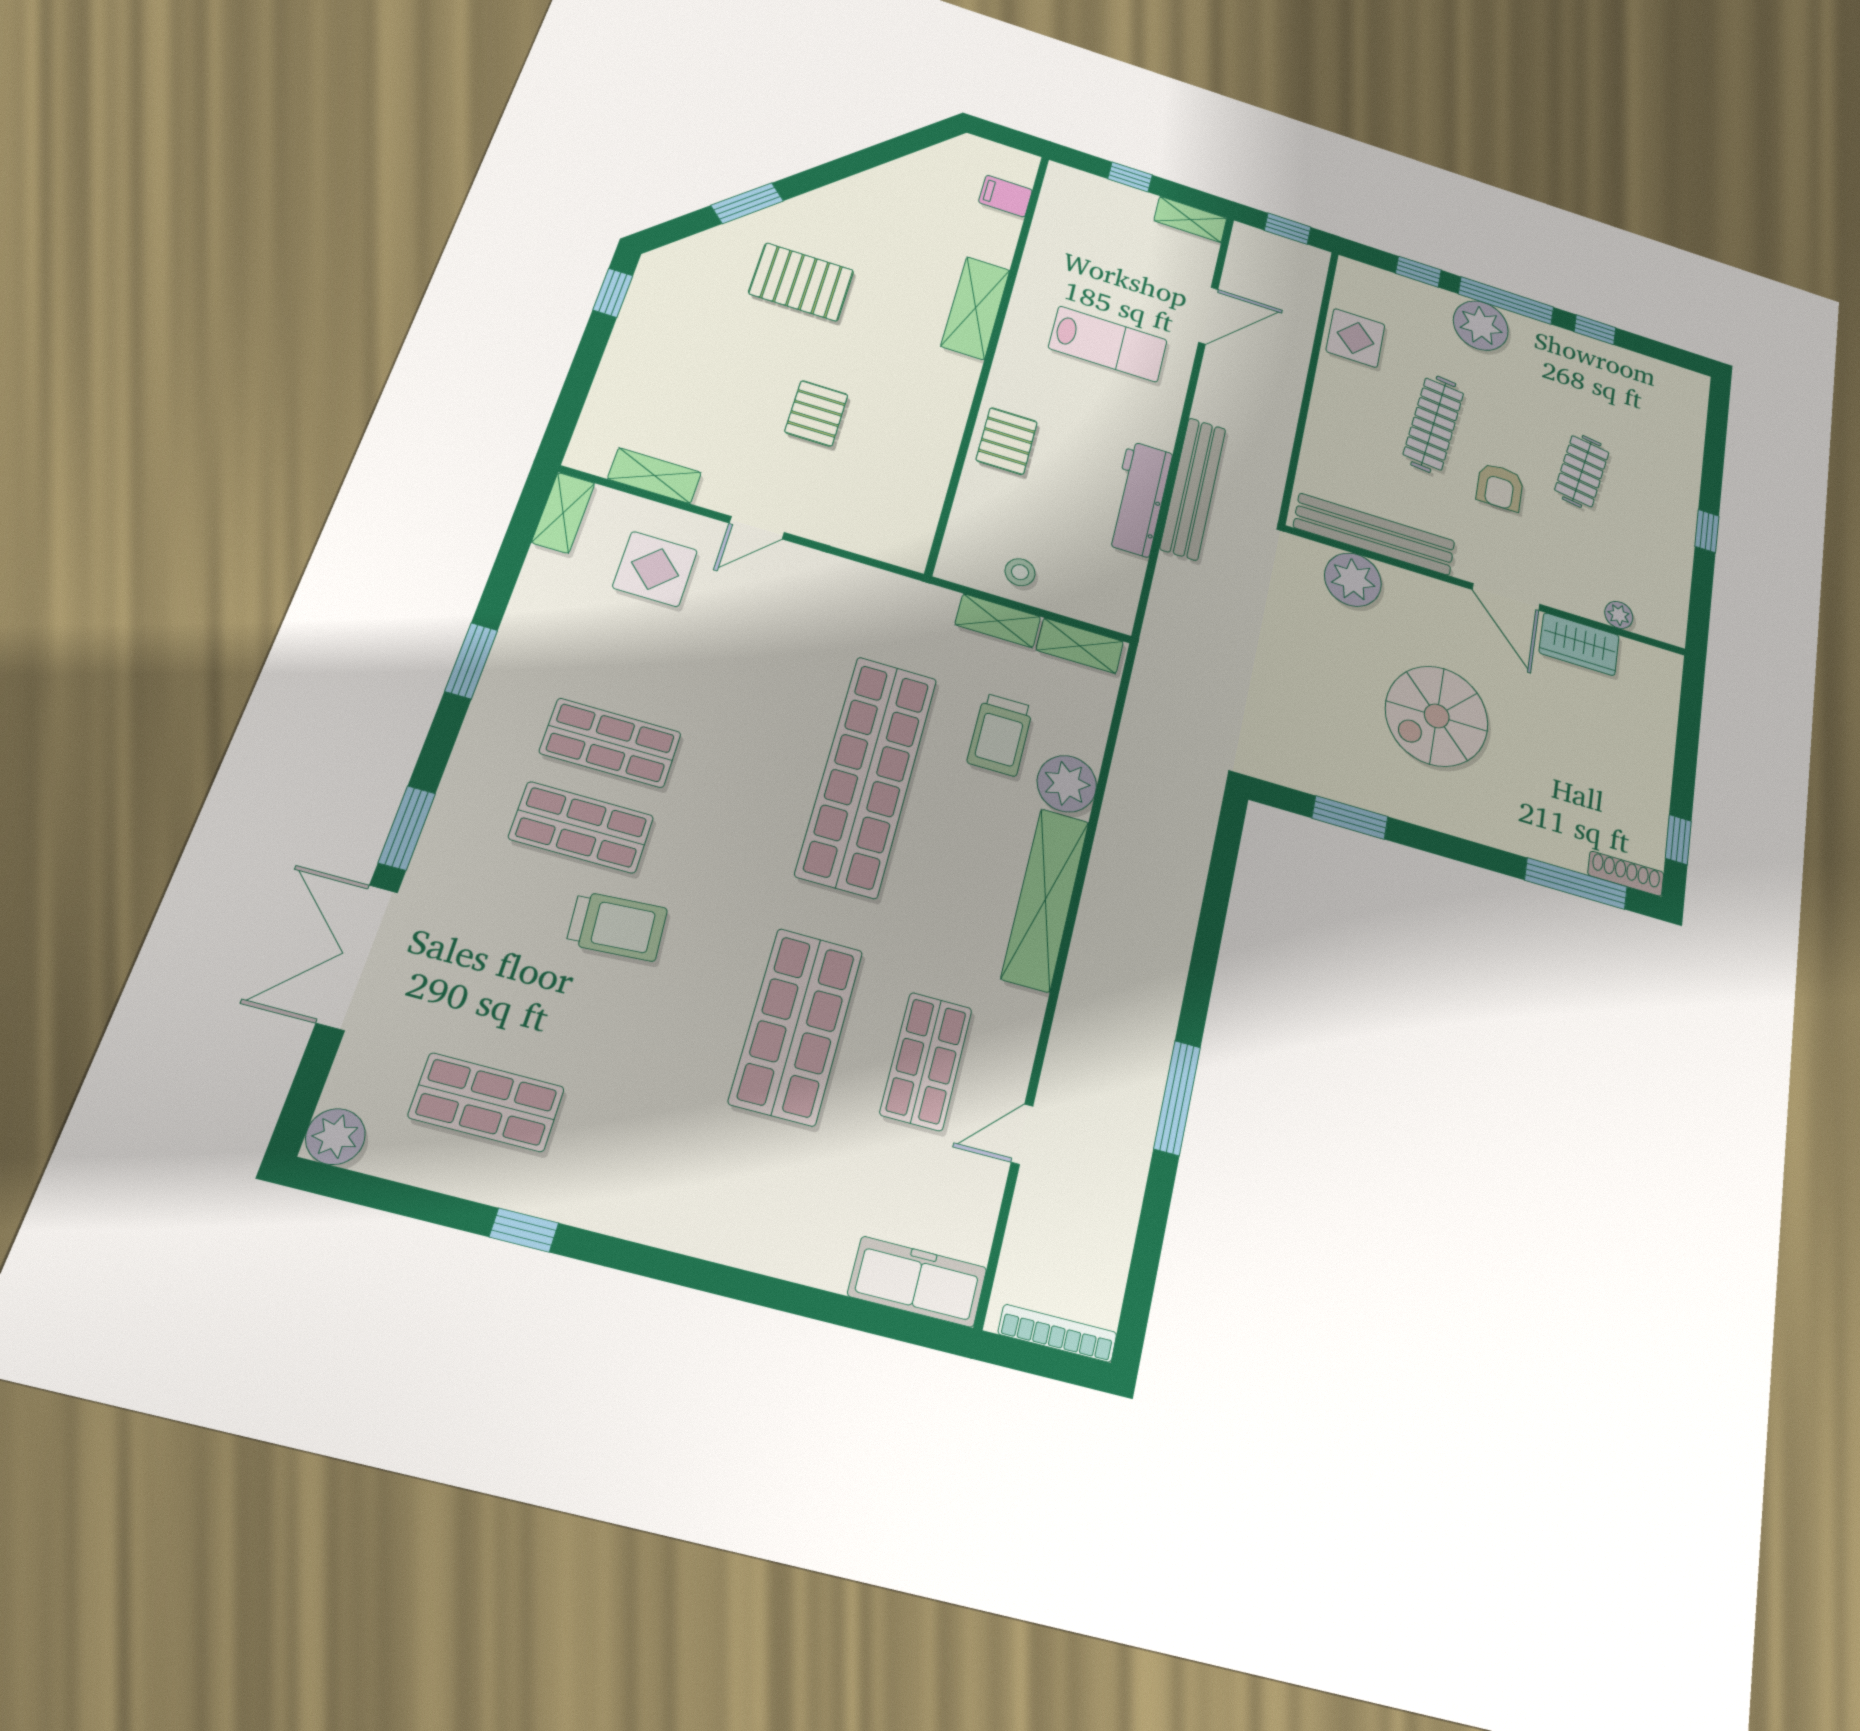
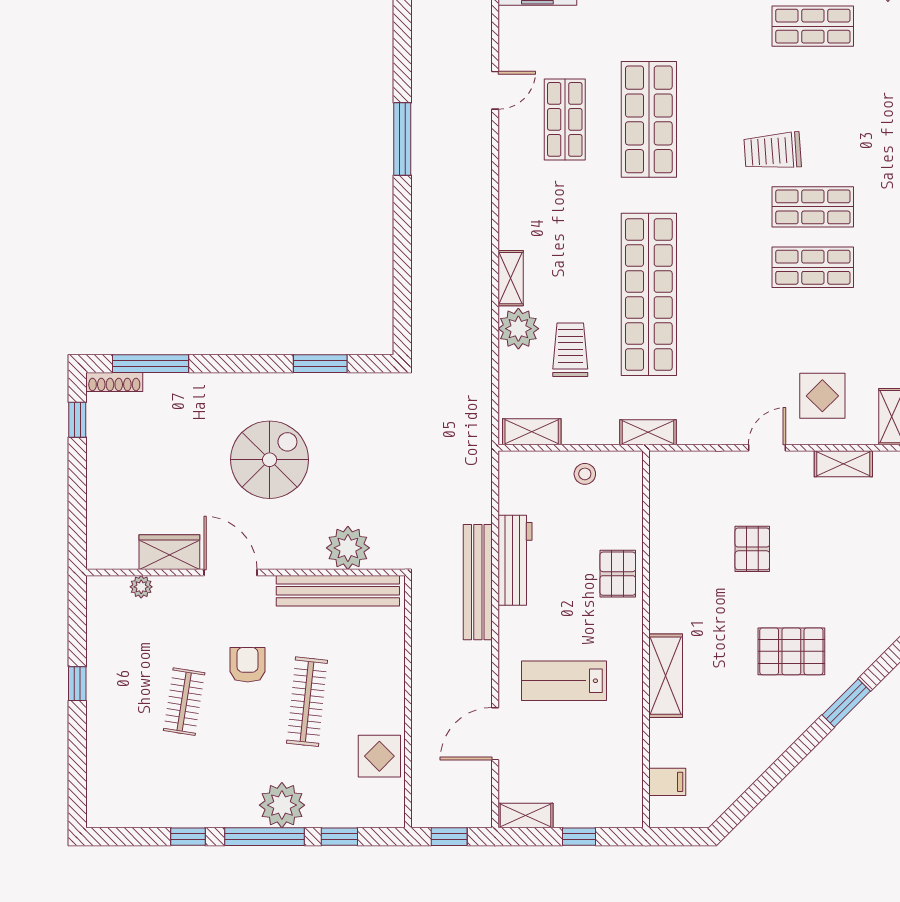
shelving: (998, 621) -> (648, 432), moved
shelving: (1045, 899) -> (511, 278), width x0.45, depth x0.75

